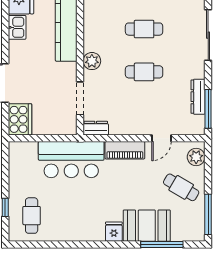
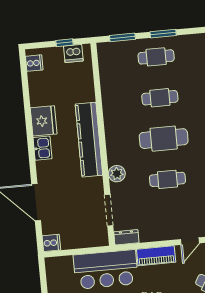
cafe table: (144, 29) -> (164, 139), width x1.37, depth x1.35
cooker: (20, 119) -> (51, 243), width x0.53, depth x0.76

